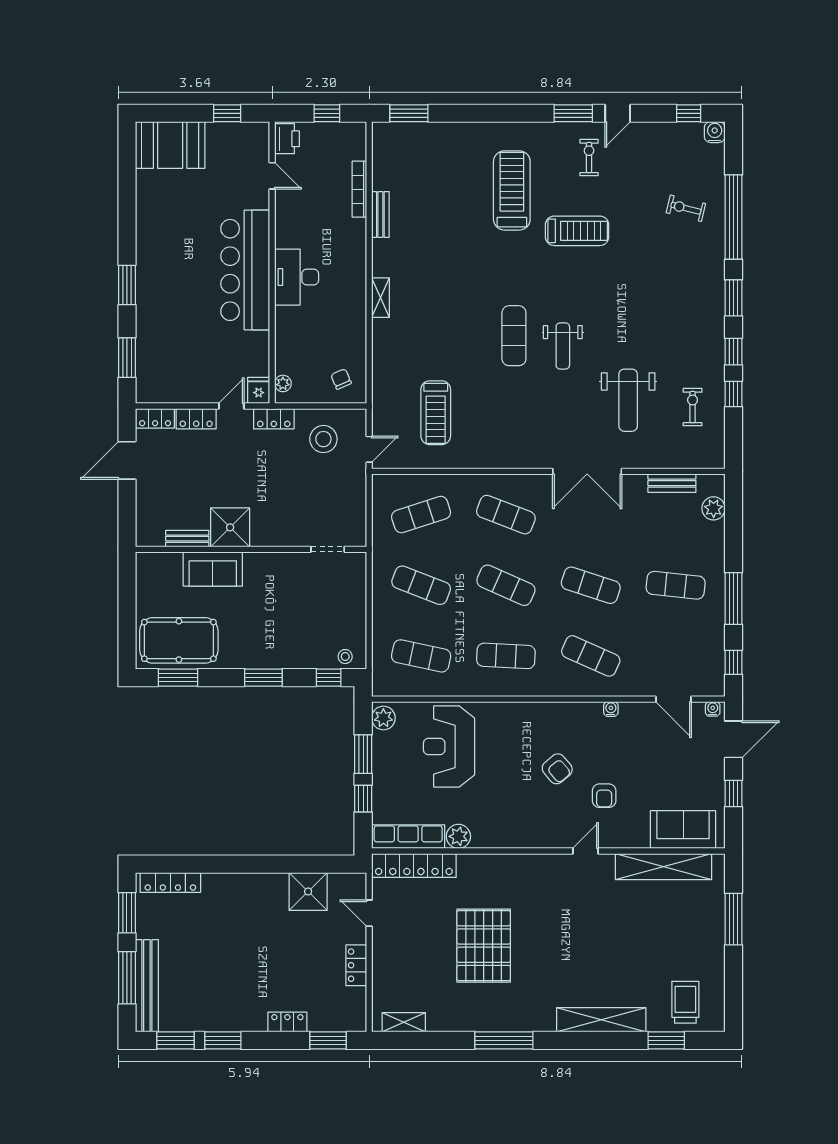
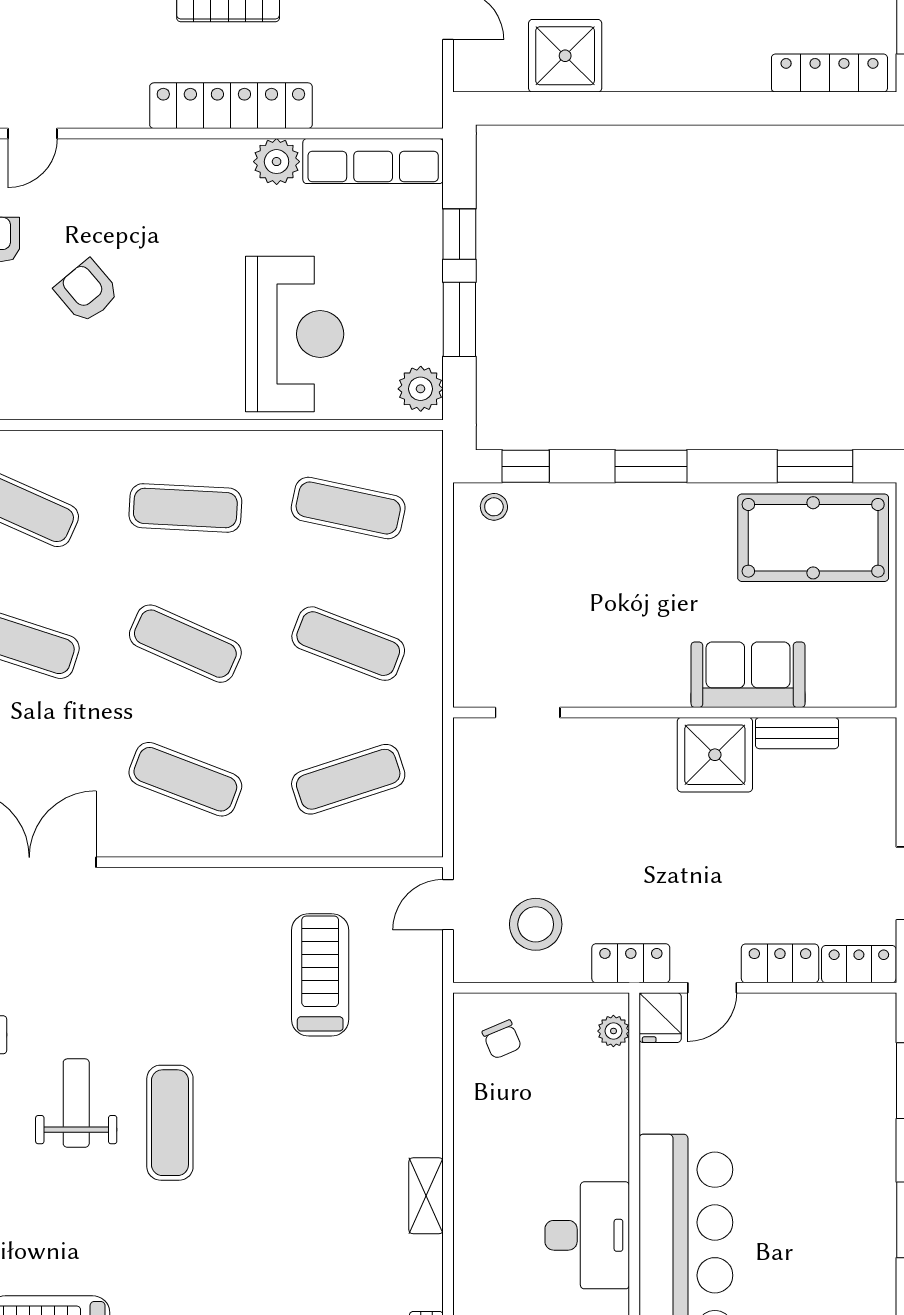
locker: (414, 865) -> (231, 106), moved

